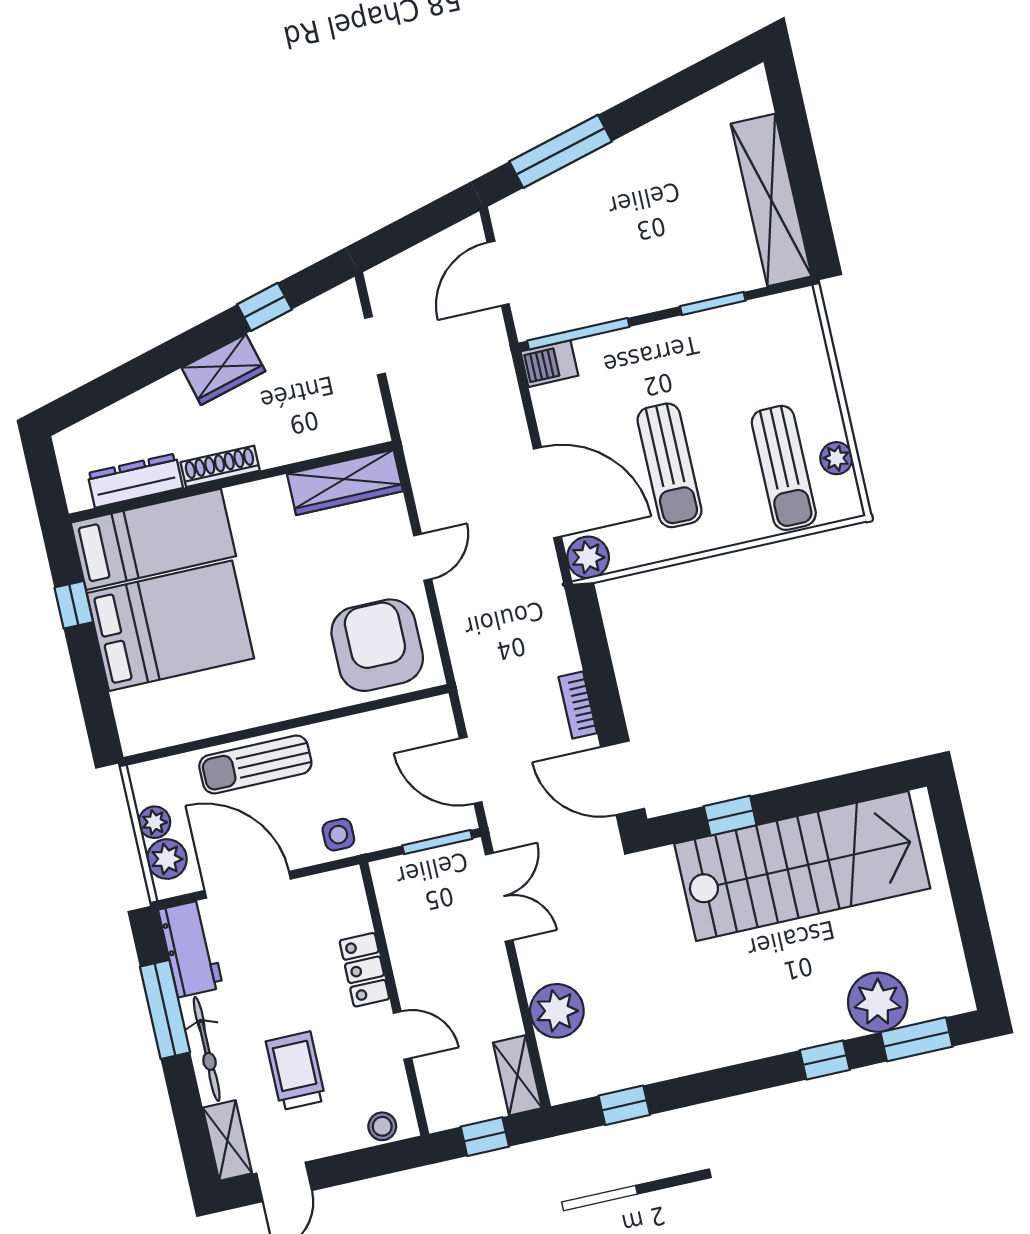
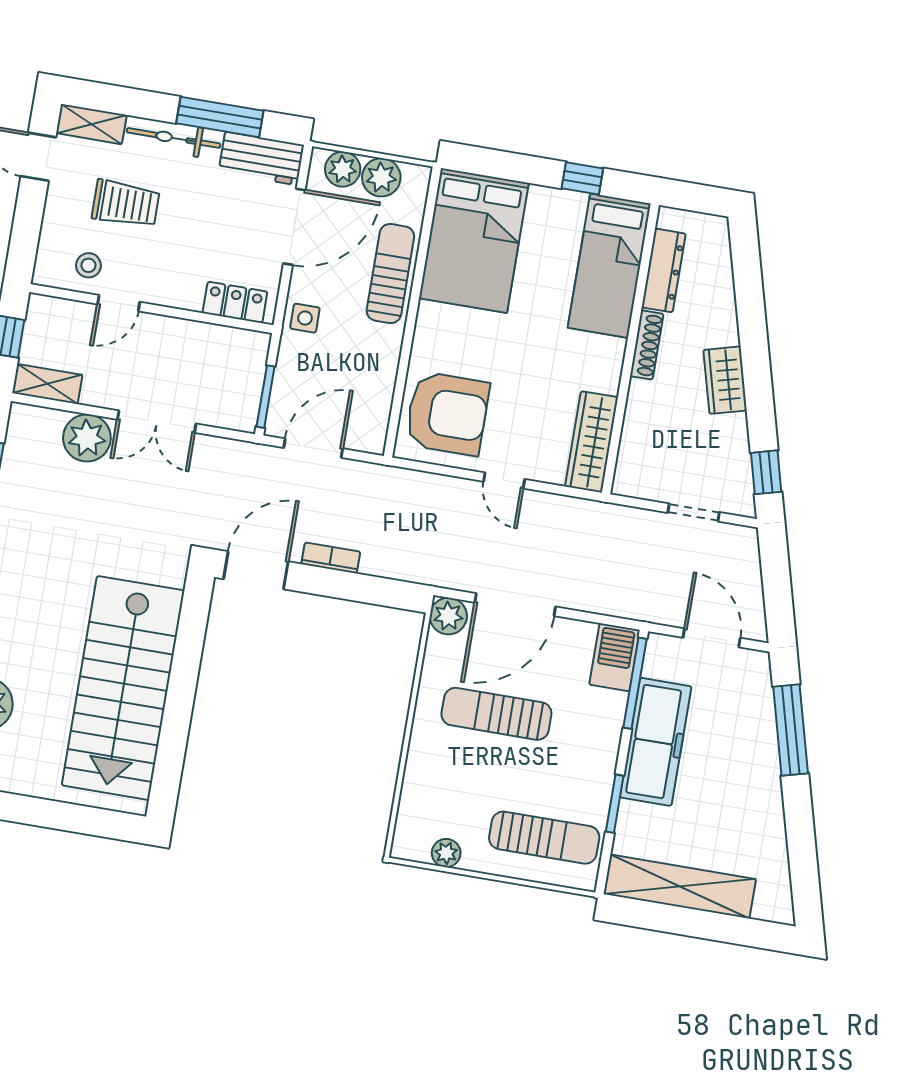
freezer: (631, 287) -> (656, 742), added
window: (264, 307) -> (766, 472), moved
barbecue: (549, 364) -> (615, 657), width x1.38, depth x1.27
sun lounger: (784, 468) -> (544, 838), moved, turned 180
bed: (170, 626) -> (474, 241), moved
window: (730, 816) -> (189, 646), removed
plant: (154, 822) -> (381, 177), width x1.38, depth x1.38
double door: (499, 897) -> (157, 422), moved
locker: (364, 970) -> (235, 302), moved
stool: (382, 1126) -> (88, 265), moved

